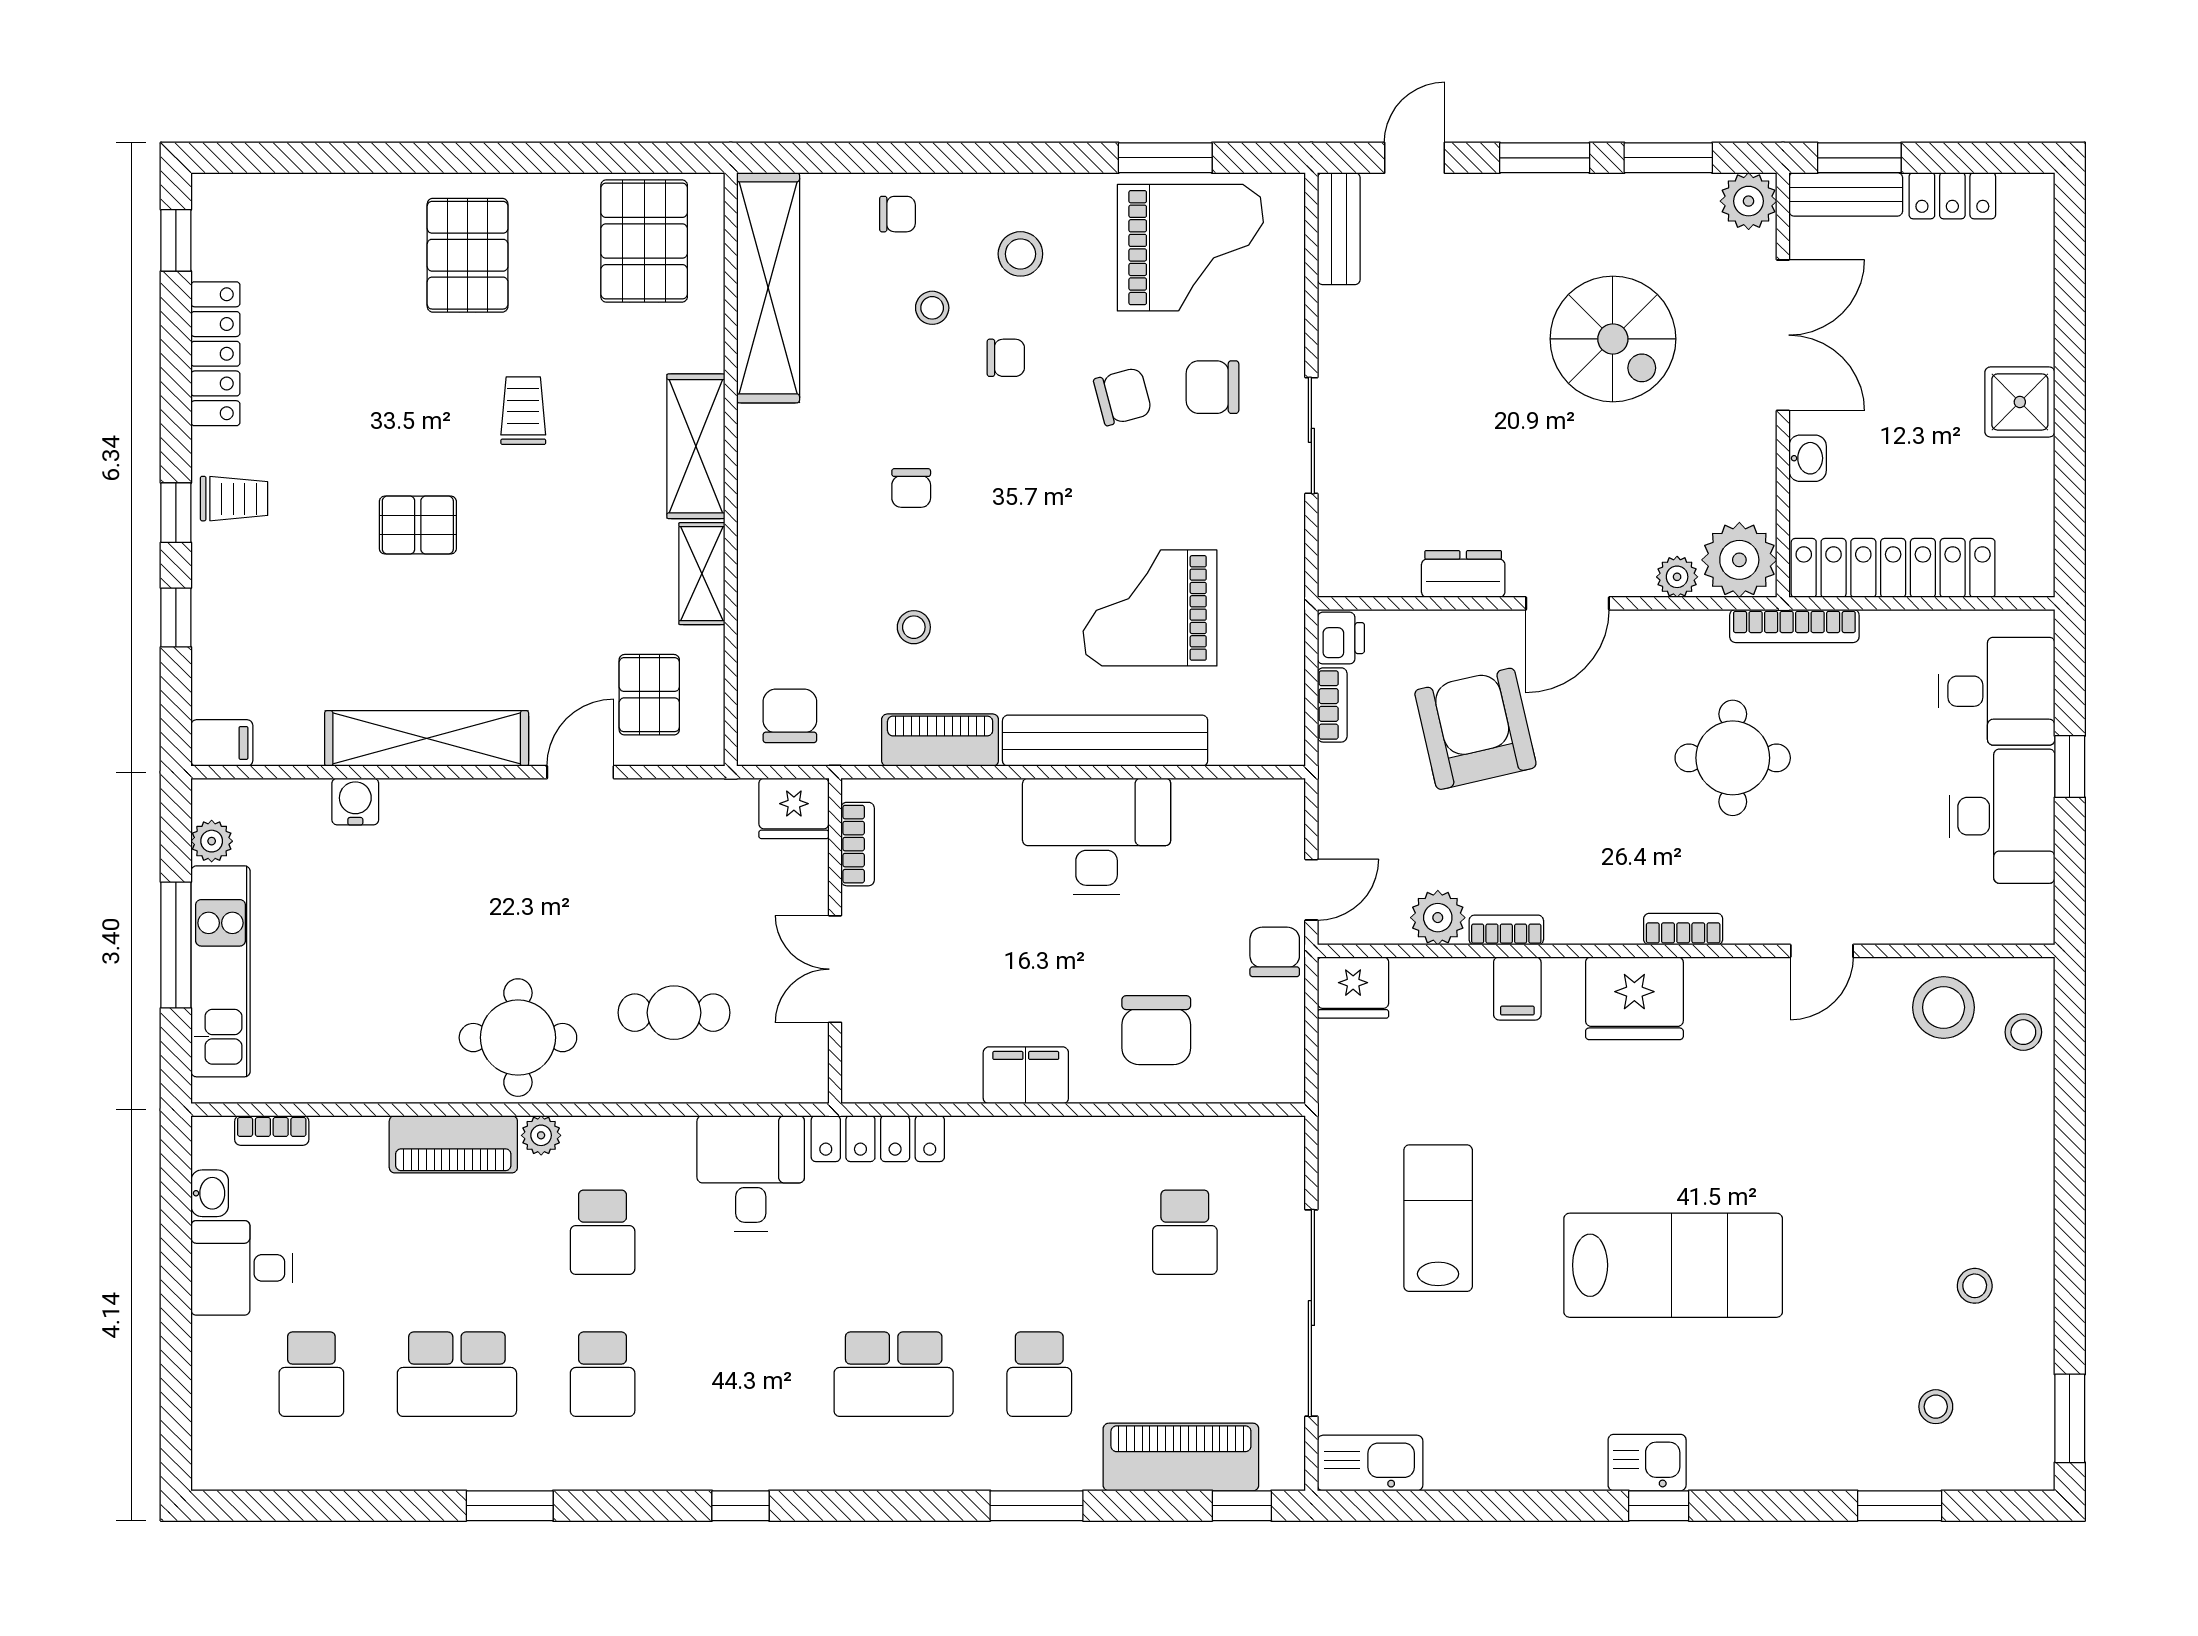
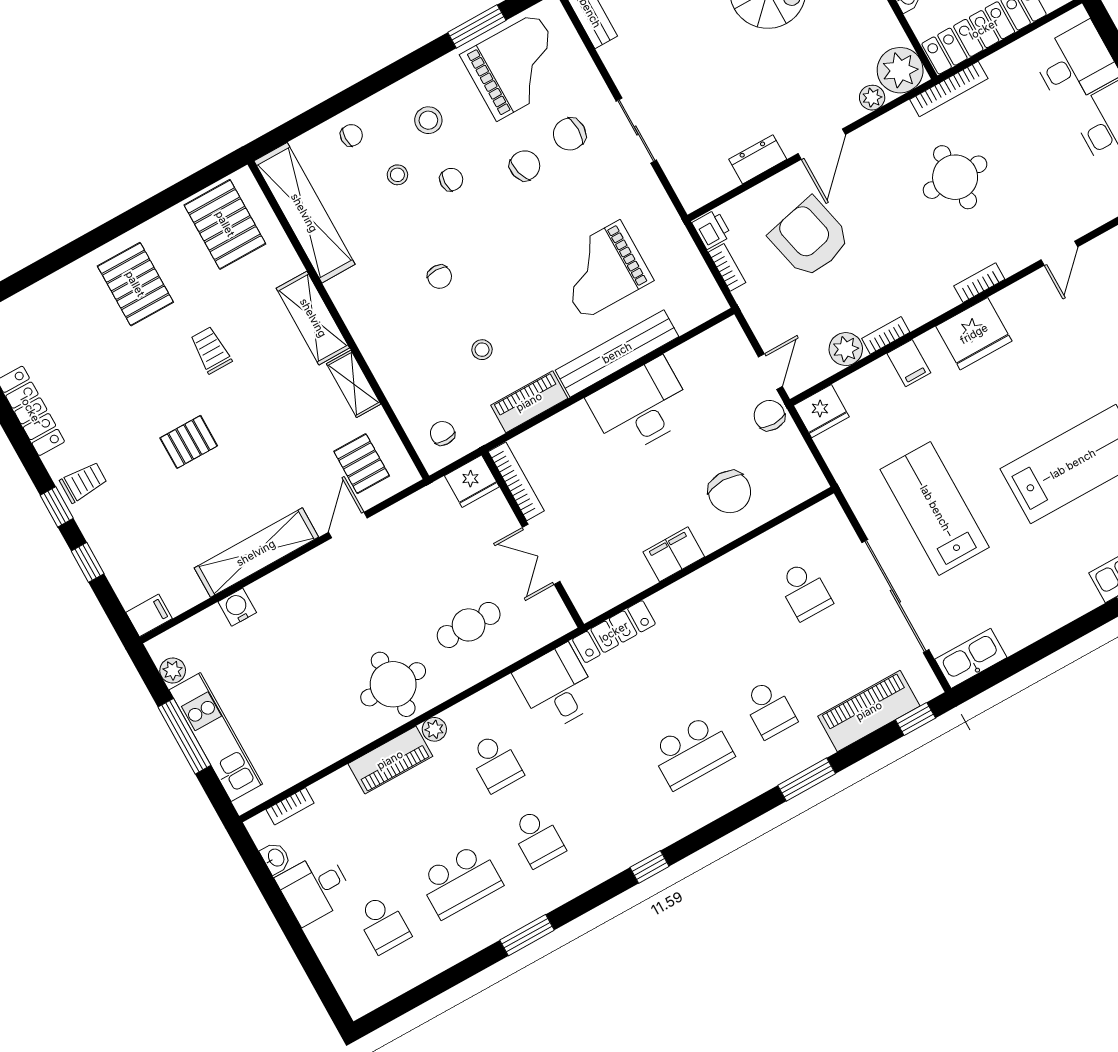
chair: (790, 716) -> (442, 433), width x0.73, depth x0.73
bookcase: (858, 844) -> (516, 481), width x1.56
lab bench: (1438, 1218) -> (935, 508), width x1.36, depth x1.39

